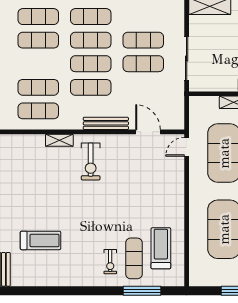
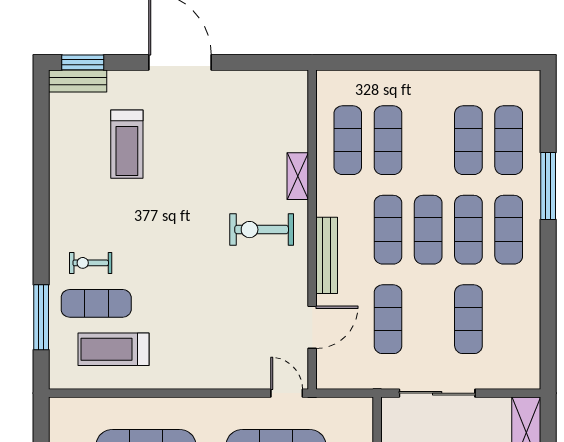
exercise mat: (143, 64) -> (388, 319), moved
treadmill: (161, 248) -> (114, 349), turned 180

